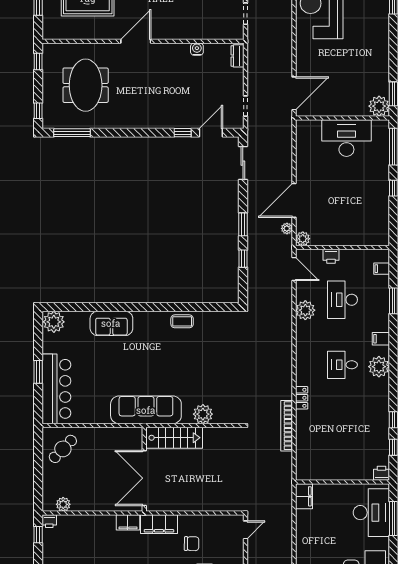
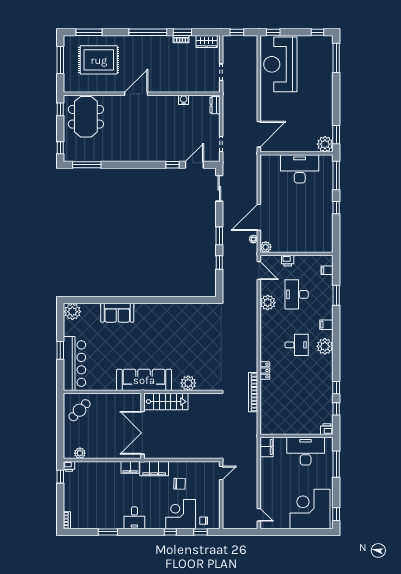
meeting table: (86, 85) -> (86, 117), moved
coffee table: (182, 321) -> (172, 311), removed
desk: (342, 365) -> (297, 345), turned 180
desk: (371, 513) -> (306, 451), moved, turned -90

